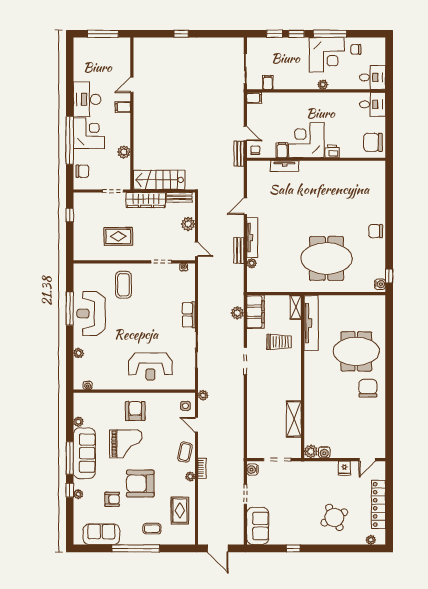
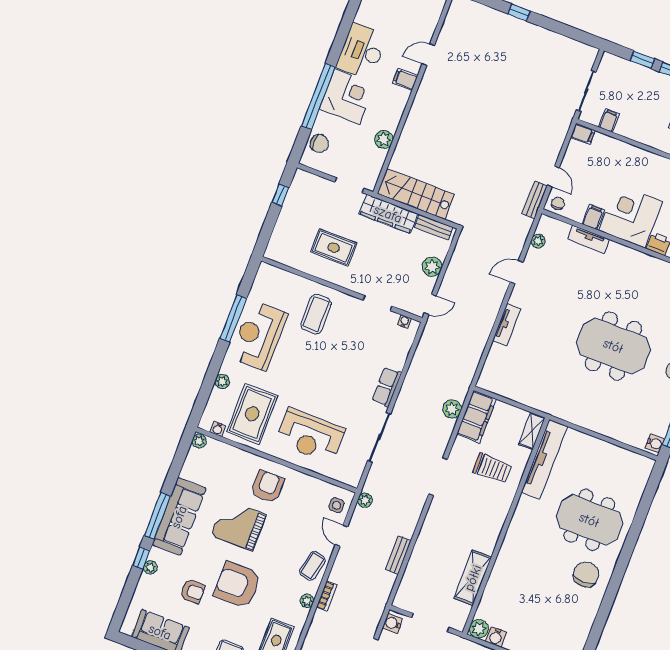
tv unit: (252, 237) -> (507, 325), width x0.71
door: (196, 249) -> (430, 304), hinge flipped
bench: (239, 250) -> (398, 555), moved
meeting table: (327, 258) -> (613, 346), moved
plant: (252, 263) -> (538, 241), moved
rug: (107, 367) -> (252, 414), added
plant: (78, 422) -> (199, 441), moved
grand piano: (126, 444) -> (238, 525), turned 180

